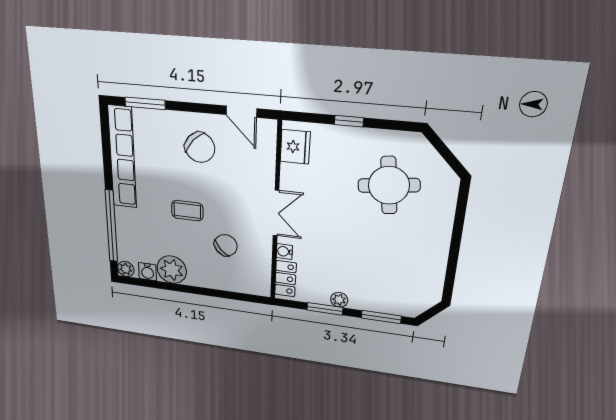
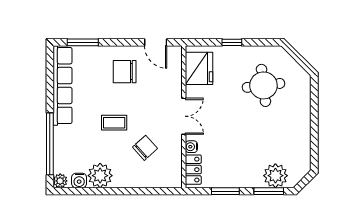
chair: (200, 147) -> (125, 72), turned 137
fridge: (295, 147) -> (199, 68), width x1.36, depth x1.34
plant: (339, 300) -> (275, 176), moved, width x1.87, depth x1.87

